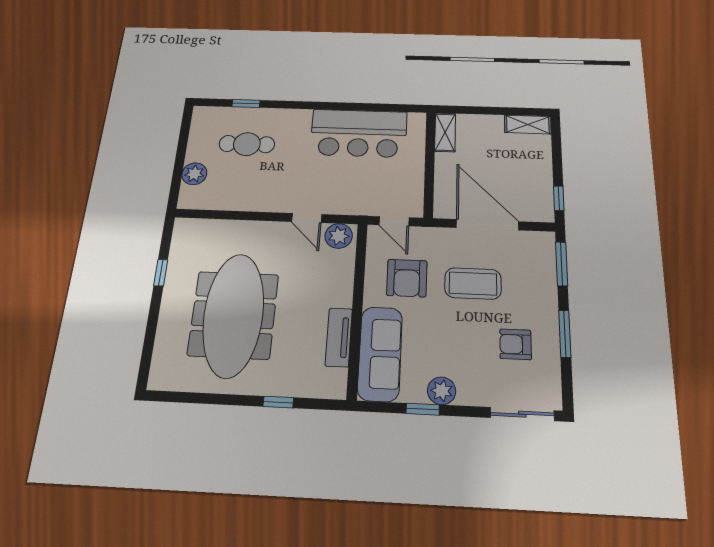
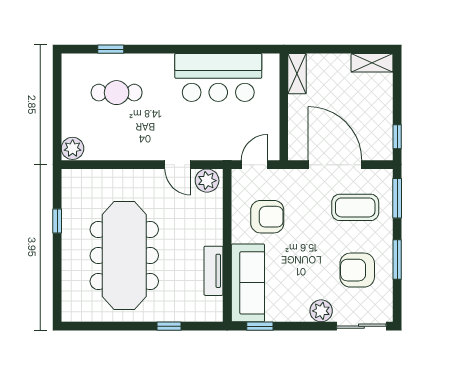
plant: (194, 174) -> (73, 148), moved
door: (394, 221) -> (254, 165), swing flipped
armchair: (407, 278) -> (267, 217), turned -90
coffee table: (473, 284) -> (355, 207), moved
armchair: (516, 344) -> (357, 270), width x1.38, depth x1.38
plant: (442, 391) -> (321, 311), moved
window: (423, 409) -> (260, 326), moved

